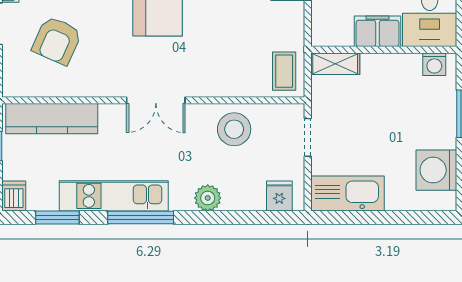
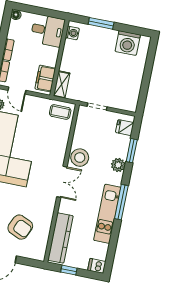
filing cabinet: (377, 31) -> (45, 79), moved
stool: (234, 129) -> (80, 158), moved
kitchen sink: (347, 194) -> (131, 92), removed
window: (57, 218) -> (132, 151), moved

